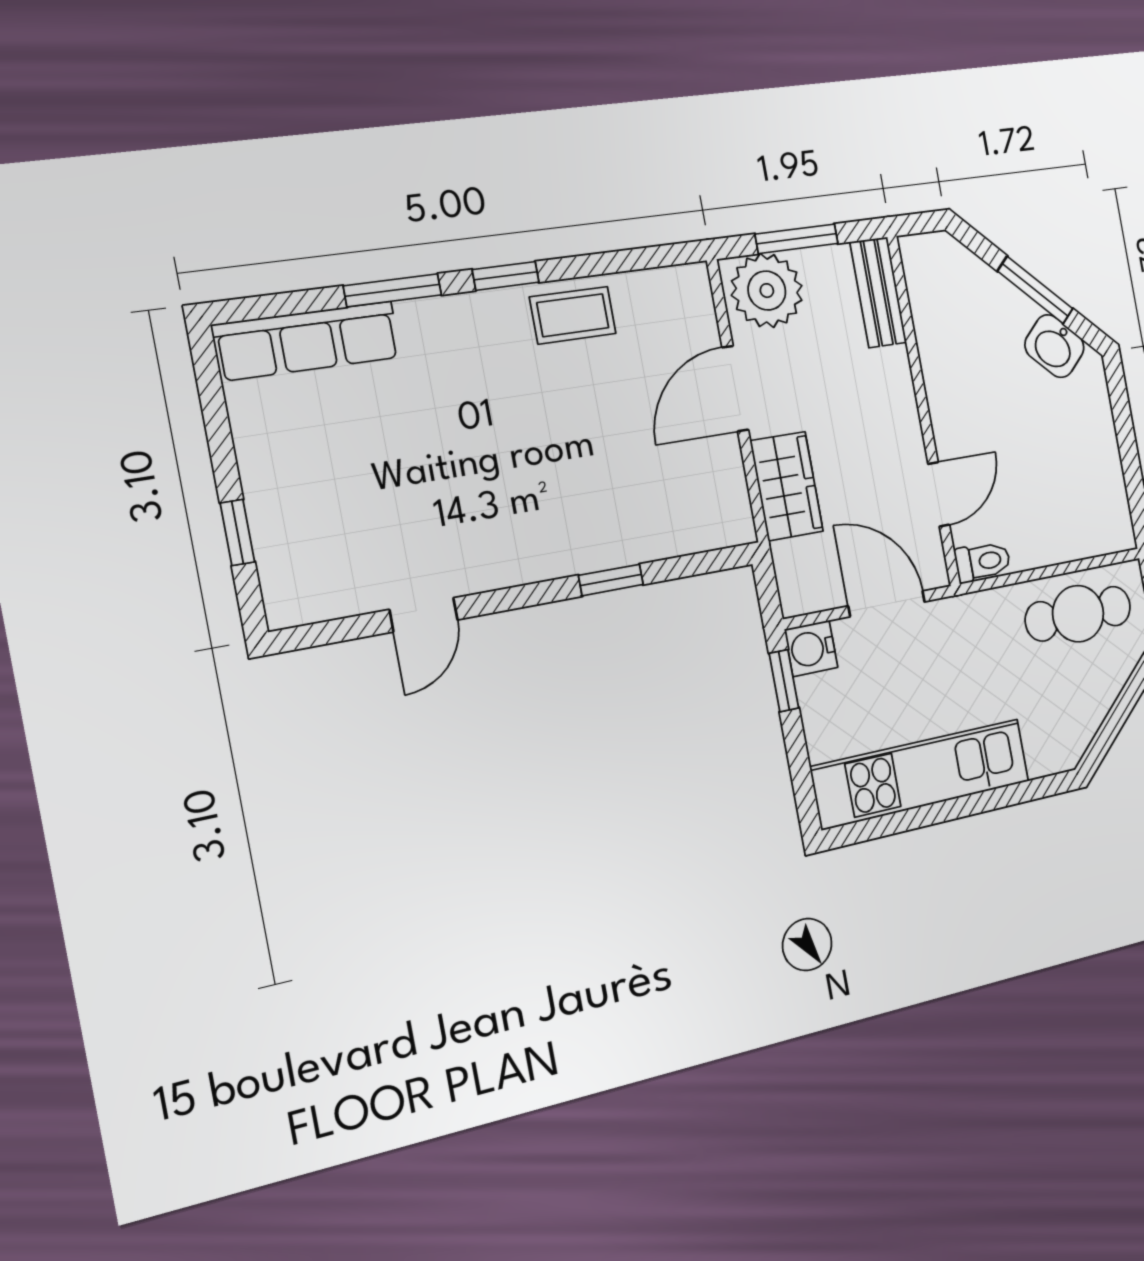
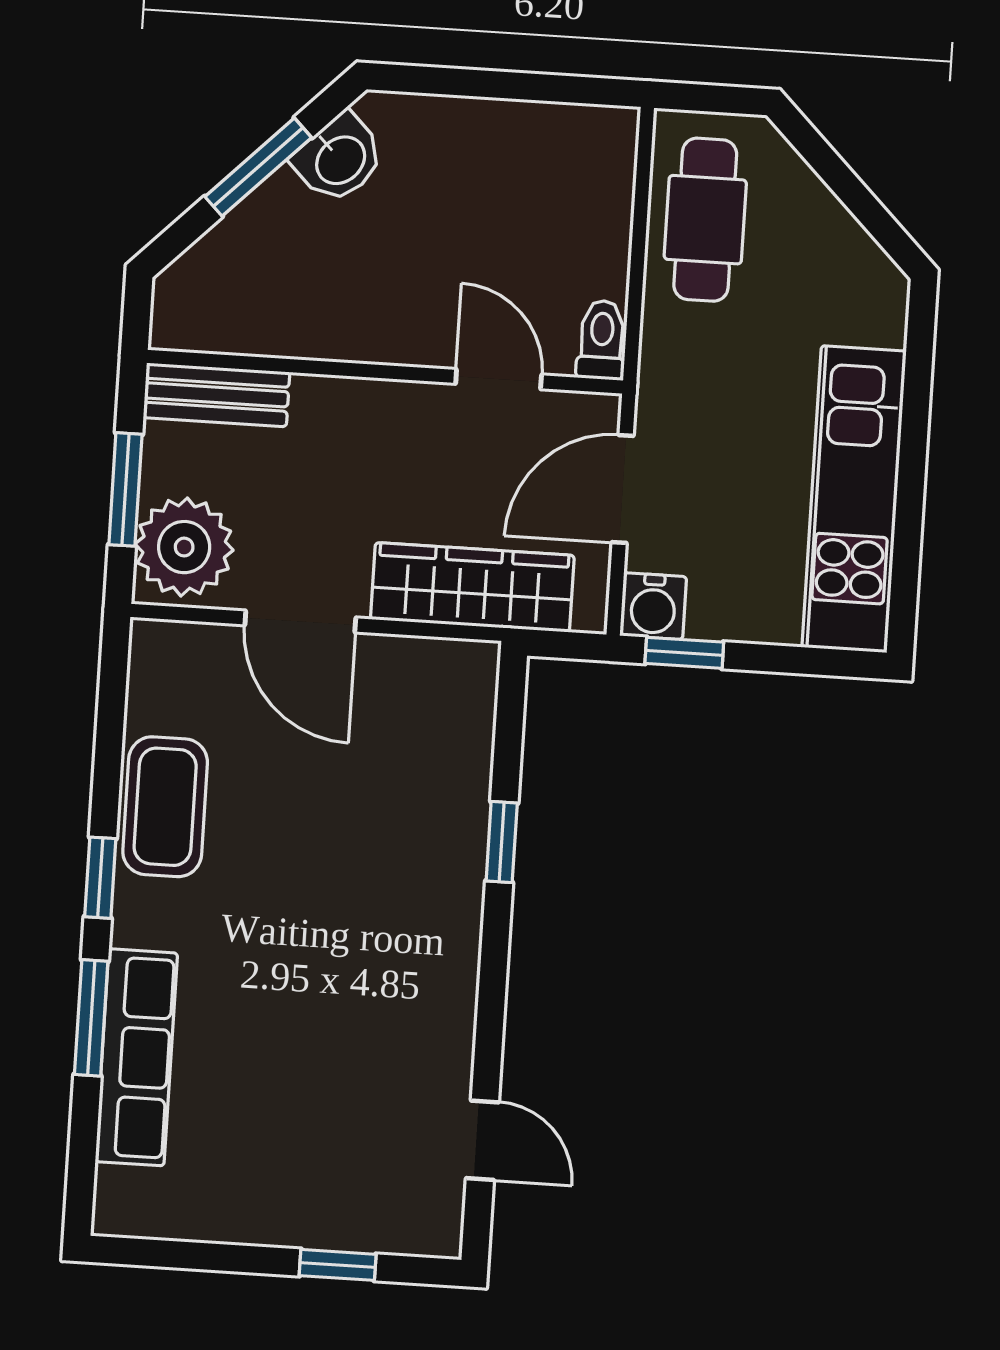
coffee table: (573, 315) -> (165, 807), width x1.36, depth x1.30
row of seats: (307, 341) -> (136, 1057), moved
wardrobe: (787, 486) -> (472, 587), width x1.50
door: (424, 615) -> (482, 1140), moved

